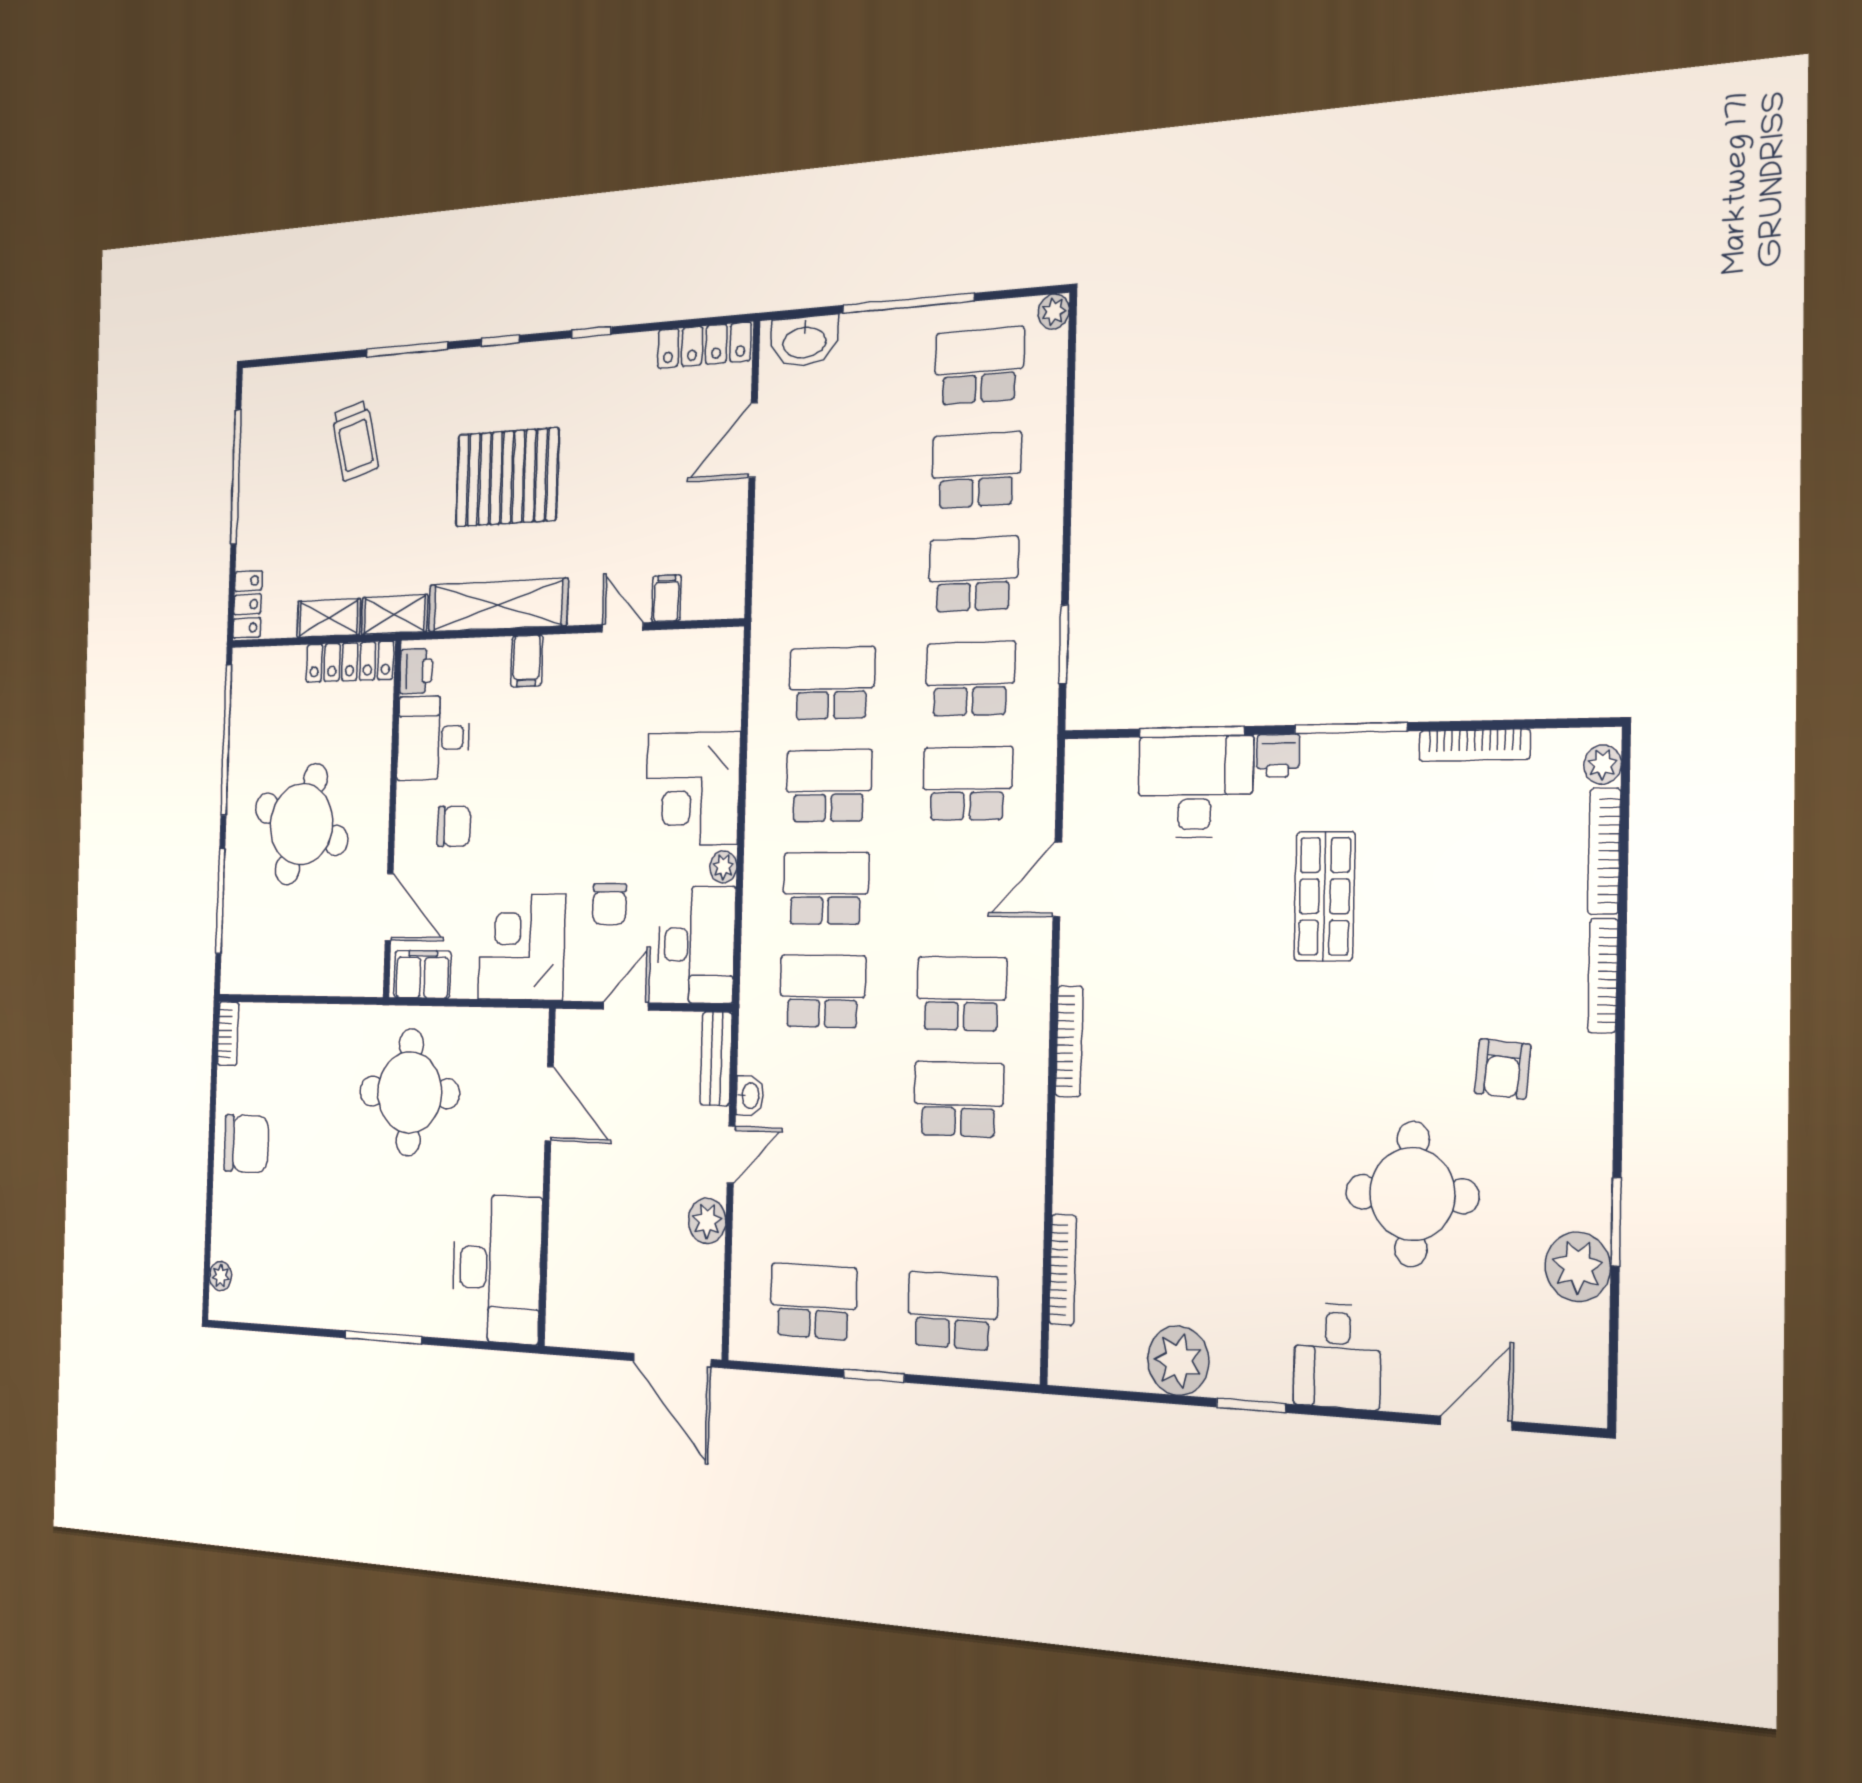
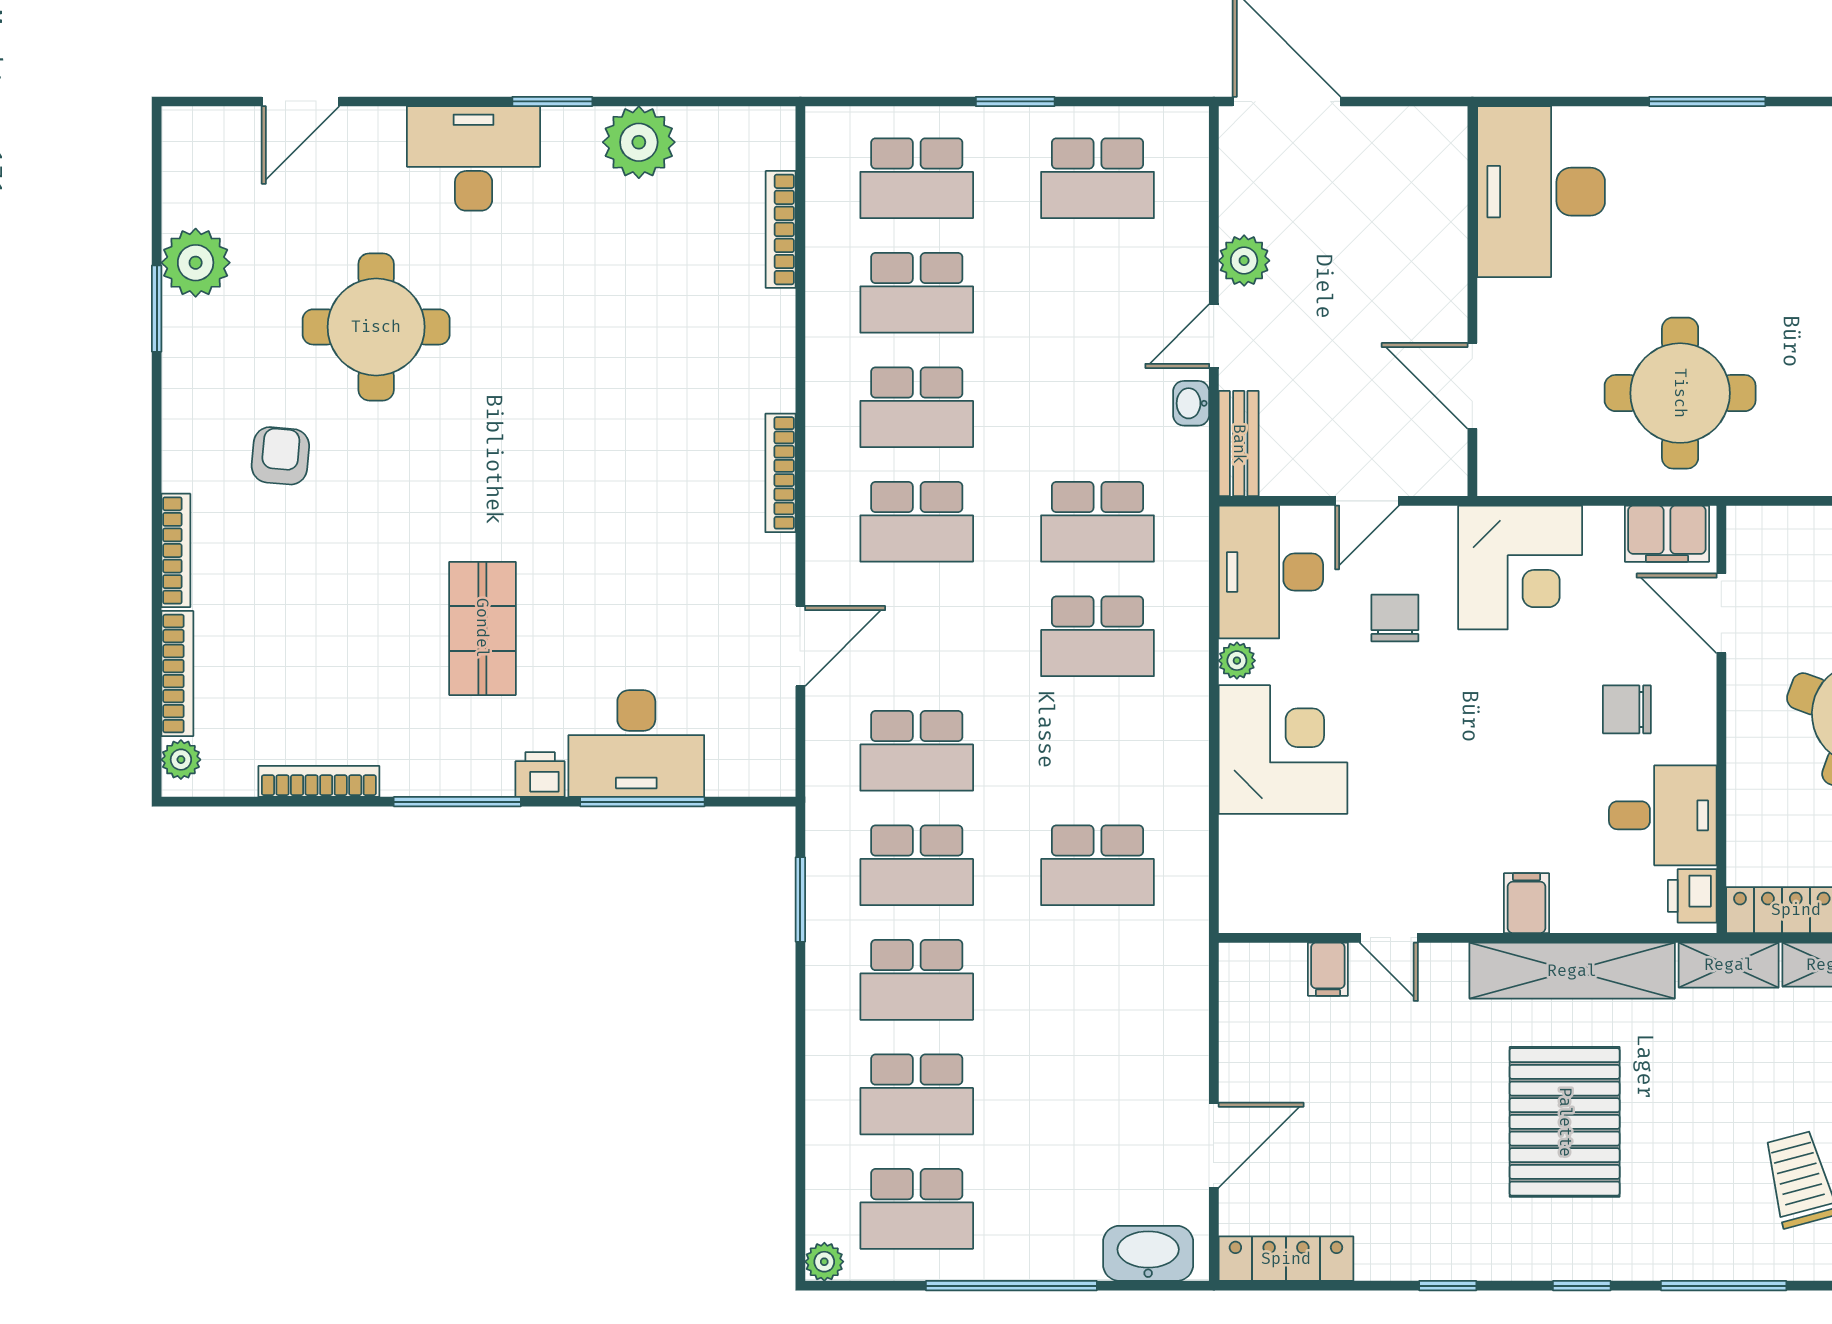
pallet: (507, 477) -> (1565, 1122), turned 90
school desk: (829, 786) -> (917, 293), moved
desk: (1337, 1356) -> (474, 158), width x1.37

